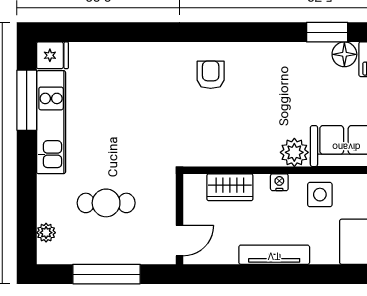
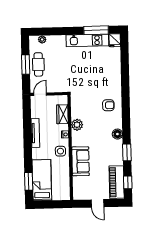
floor lamp: (344, 54) -> (117, 134), moved
plant: (294, 152) -> (77, 125), moved
cafe table: (106, 203) -> (38, 64), moved
door: (180, 241) -> (40, 94), swing flipped
window: (106, 274) -> (26, 65), width x0.69

